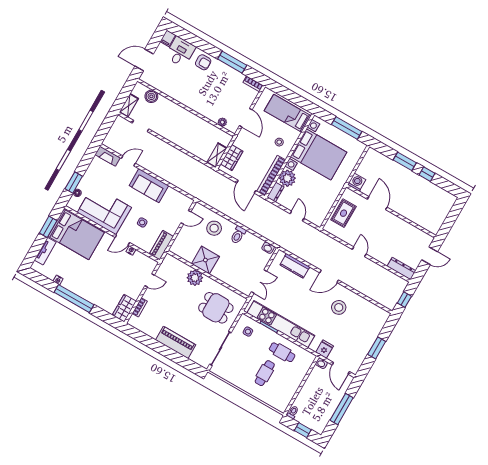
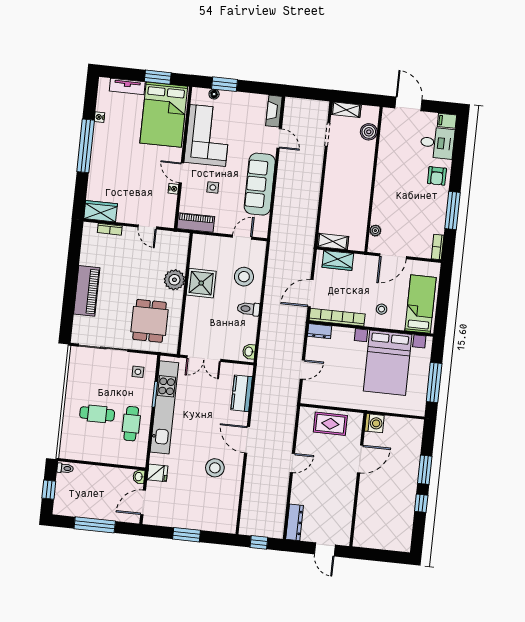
plant: (287, 178) -> (343, 338), removed
sofa: (149, 186) -> (260, 184), width x1.36
door: (186, 217) -> (242, 237), swing flipped

